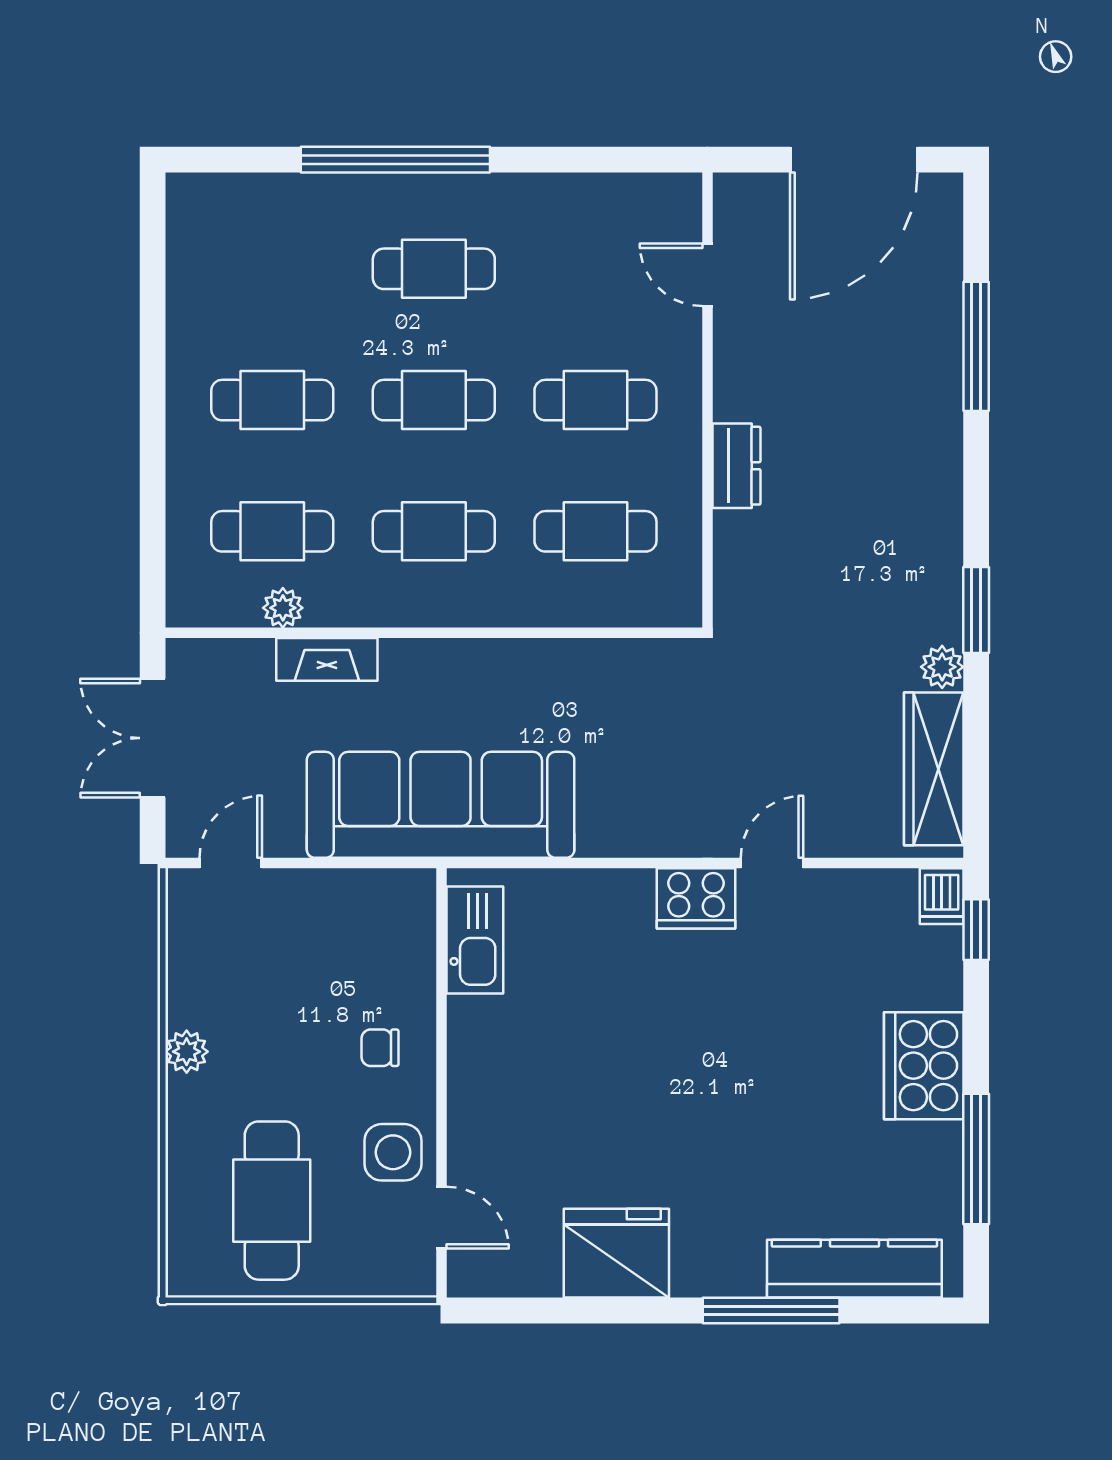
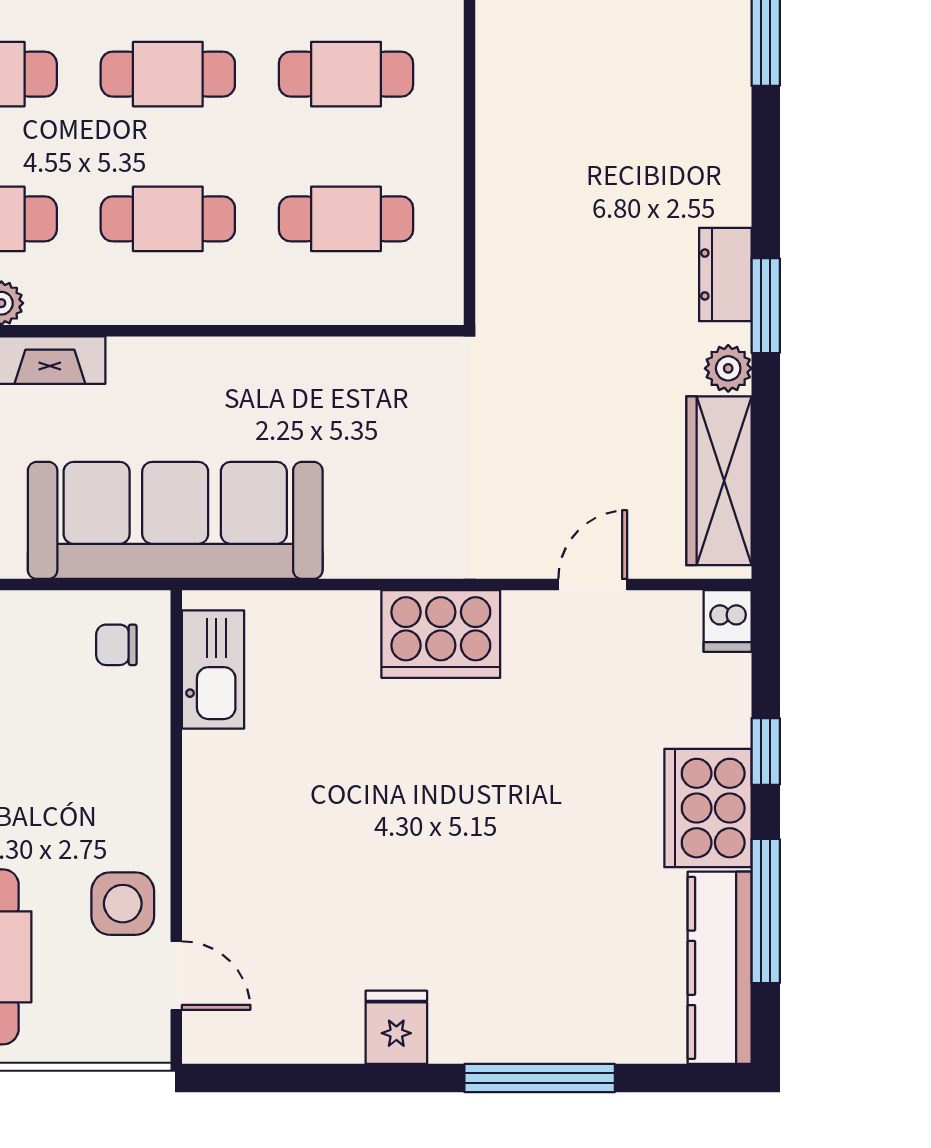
dresser: (736, 466) -> (725, 274), moved, turned 180
door: (772, 863) -> (593, 585), moved
cooker: (696, 898) -> (441, 634), width x1.37, depth x1.31
window: (976, 930) -> (766, 751), moved
chair: (380, 1048) -> (116, 645), moved
fridge: (616, 1253) -> (396, 1027), width x0.53, depth x0.75
kitchen counter: (854, 1269) -> (720, 968), moved, turned -90

